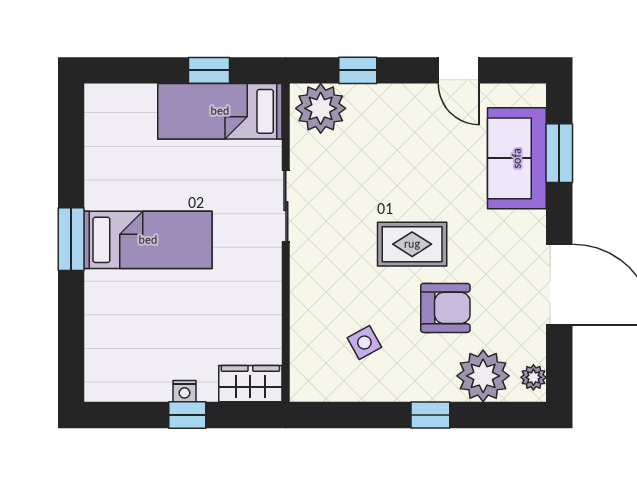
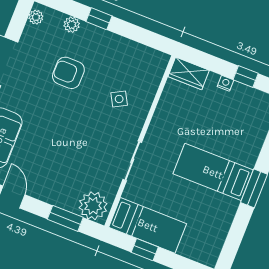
window: (358, 70) -> (65, 218), width x1.50
rug: (412, 244) -> (73, 114), removed
side table: (364, 343) -> (119, 99), moved
plant: (483, 376) -> (72, 25), width x0.53, depth x0.53
window: (187, 415) -> (246, 77), moved

